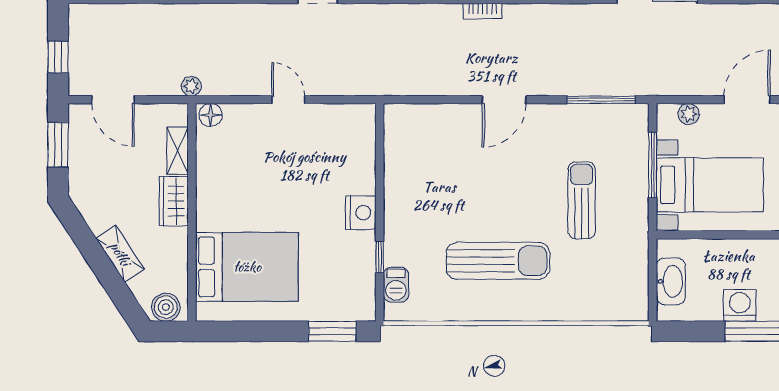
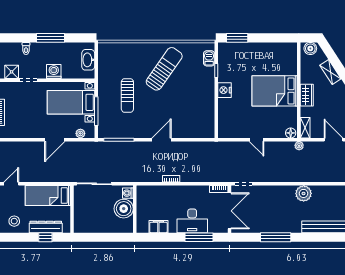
shelving: (178, 151) -> (305, 128), moved
sun lounger: (498, 261) -> (164, 69), turned 125
bed: (247, 267) -> (275, 91), moved
washing machine: (740, 305) -> (54, 72), moved, turned 180

